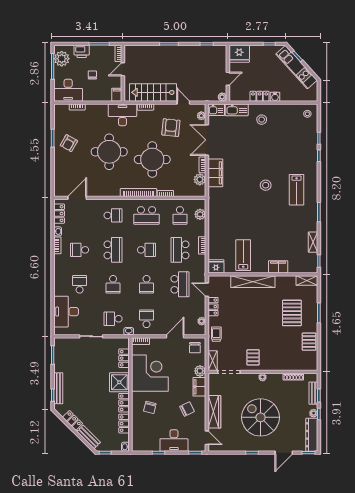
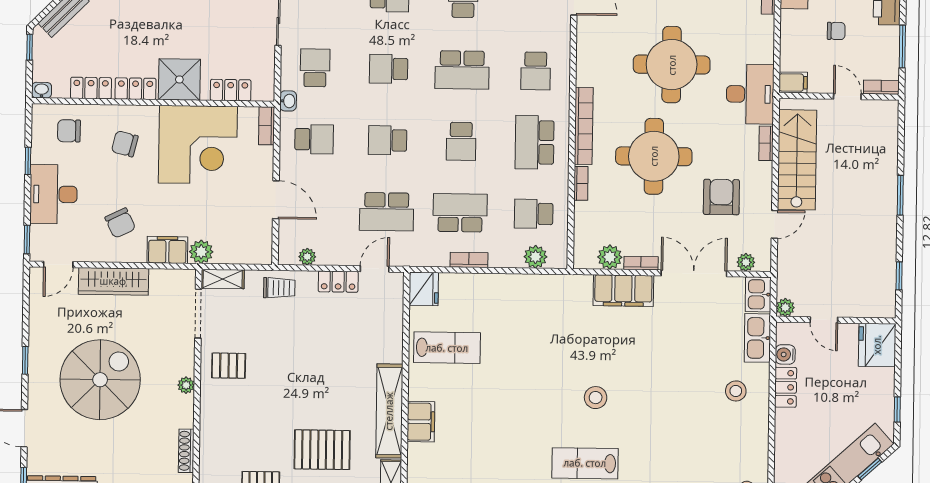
water cooler: (275, 97) -> (785, 354), moved
armchair: (171, 128) -> (721, 197), turned -96
shelving: (253, 282) -> (389, 411), moved
chair: (195, 348) -> (69, 131), moved

